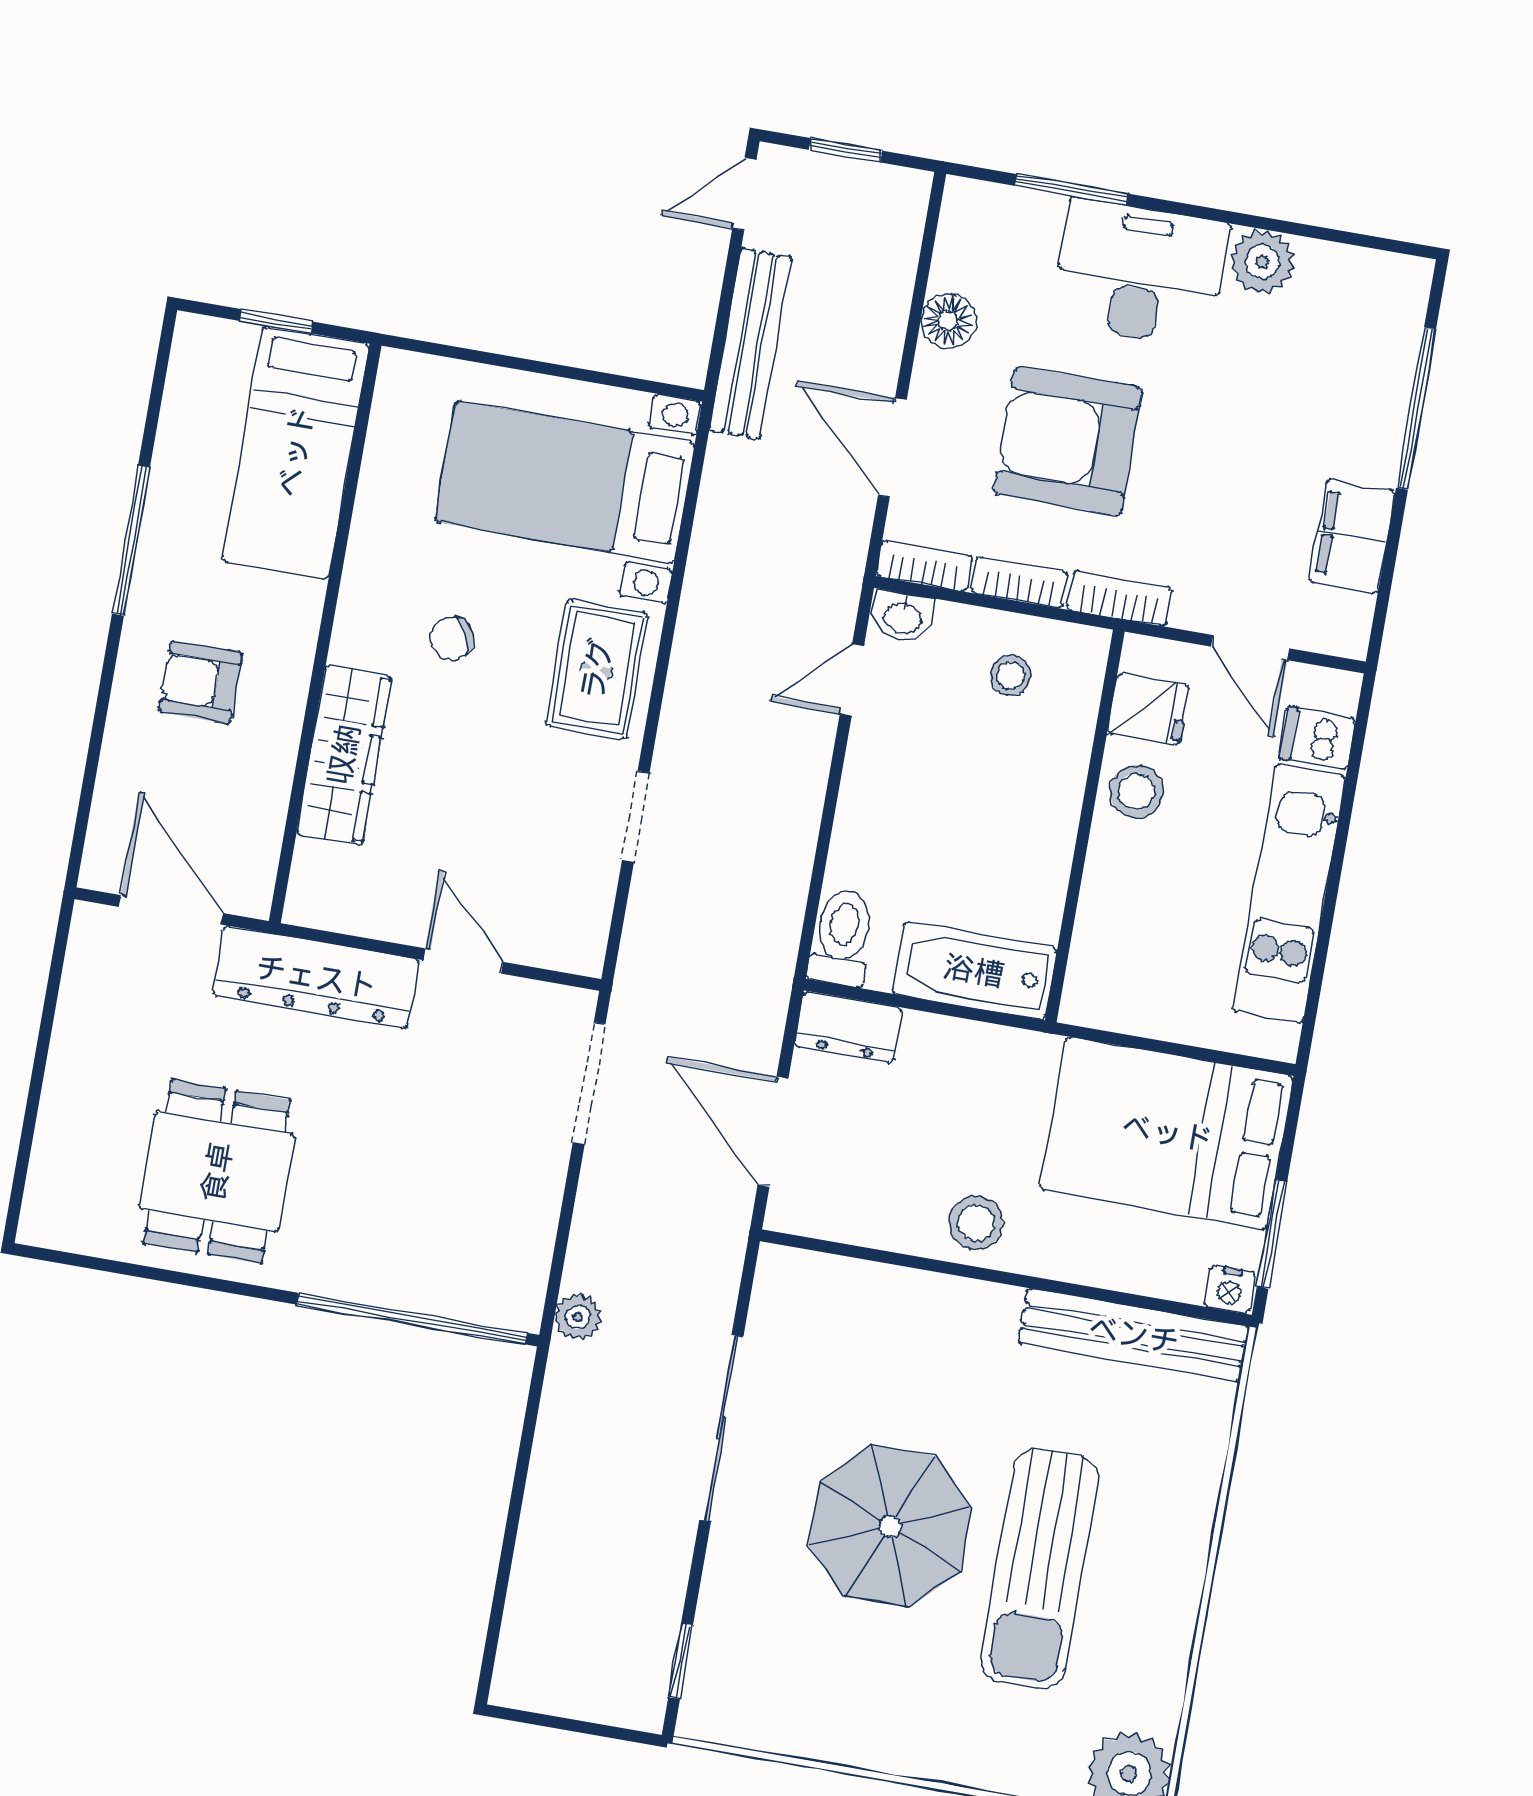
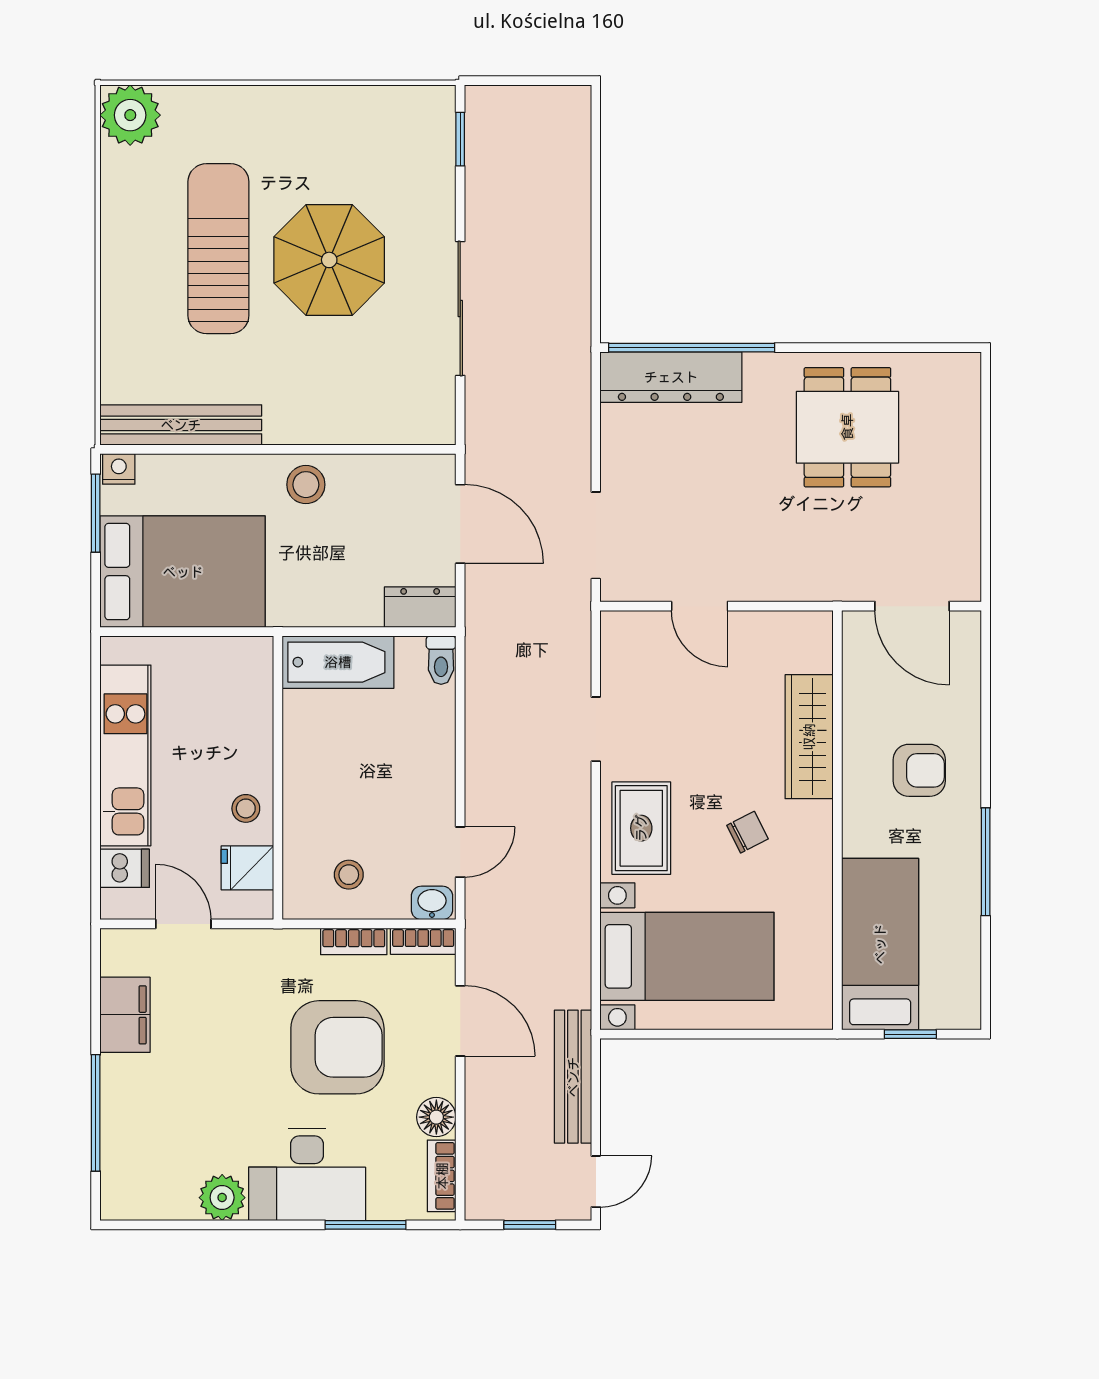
bookcase: (1120, 598) -> (442, 1176), moved, turned 90
stool: (1136, 791) -> (246, 808), width x0.73, depth x0.73
toilet: (842, 937) -> (441, 660), width x0.73, depth x0.72
dresser: (316, 977) -> (671, 377), moved, turned 180
plant: (578, 1317) -> (575, 369), removed

